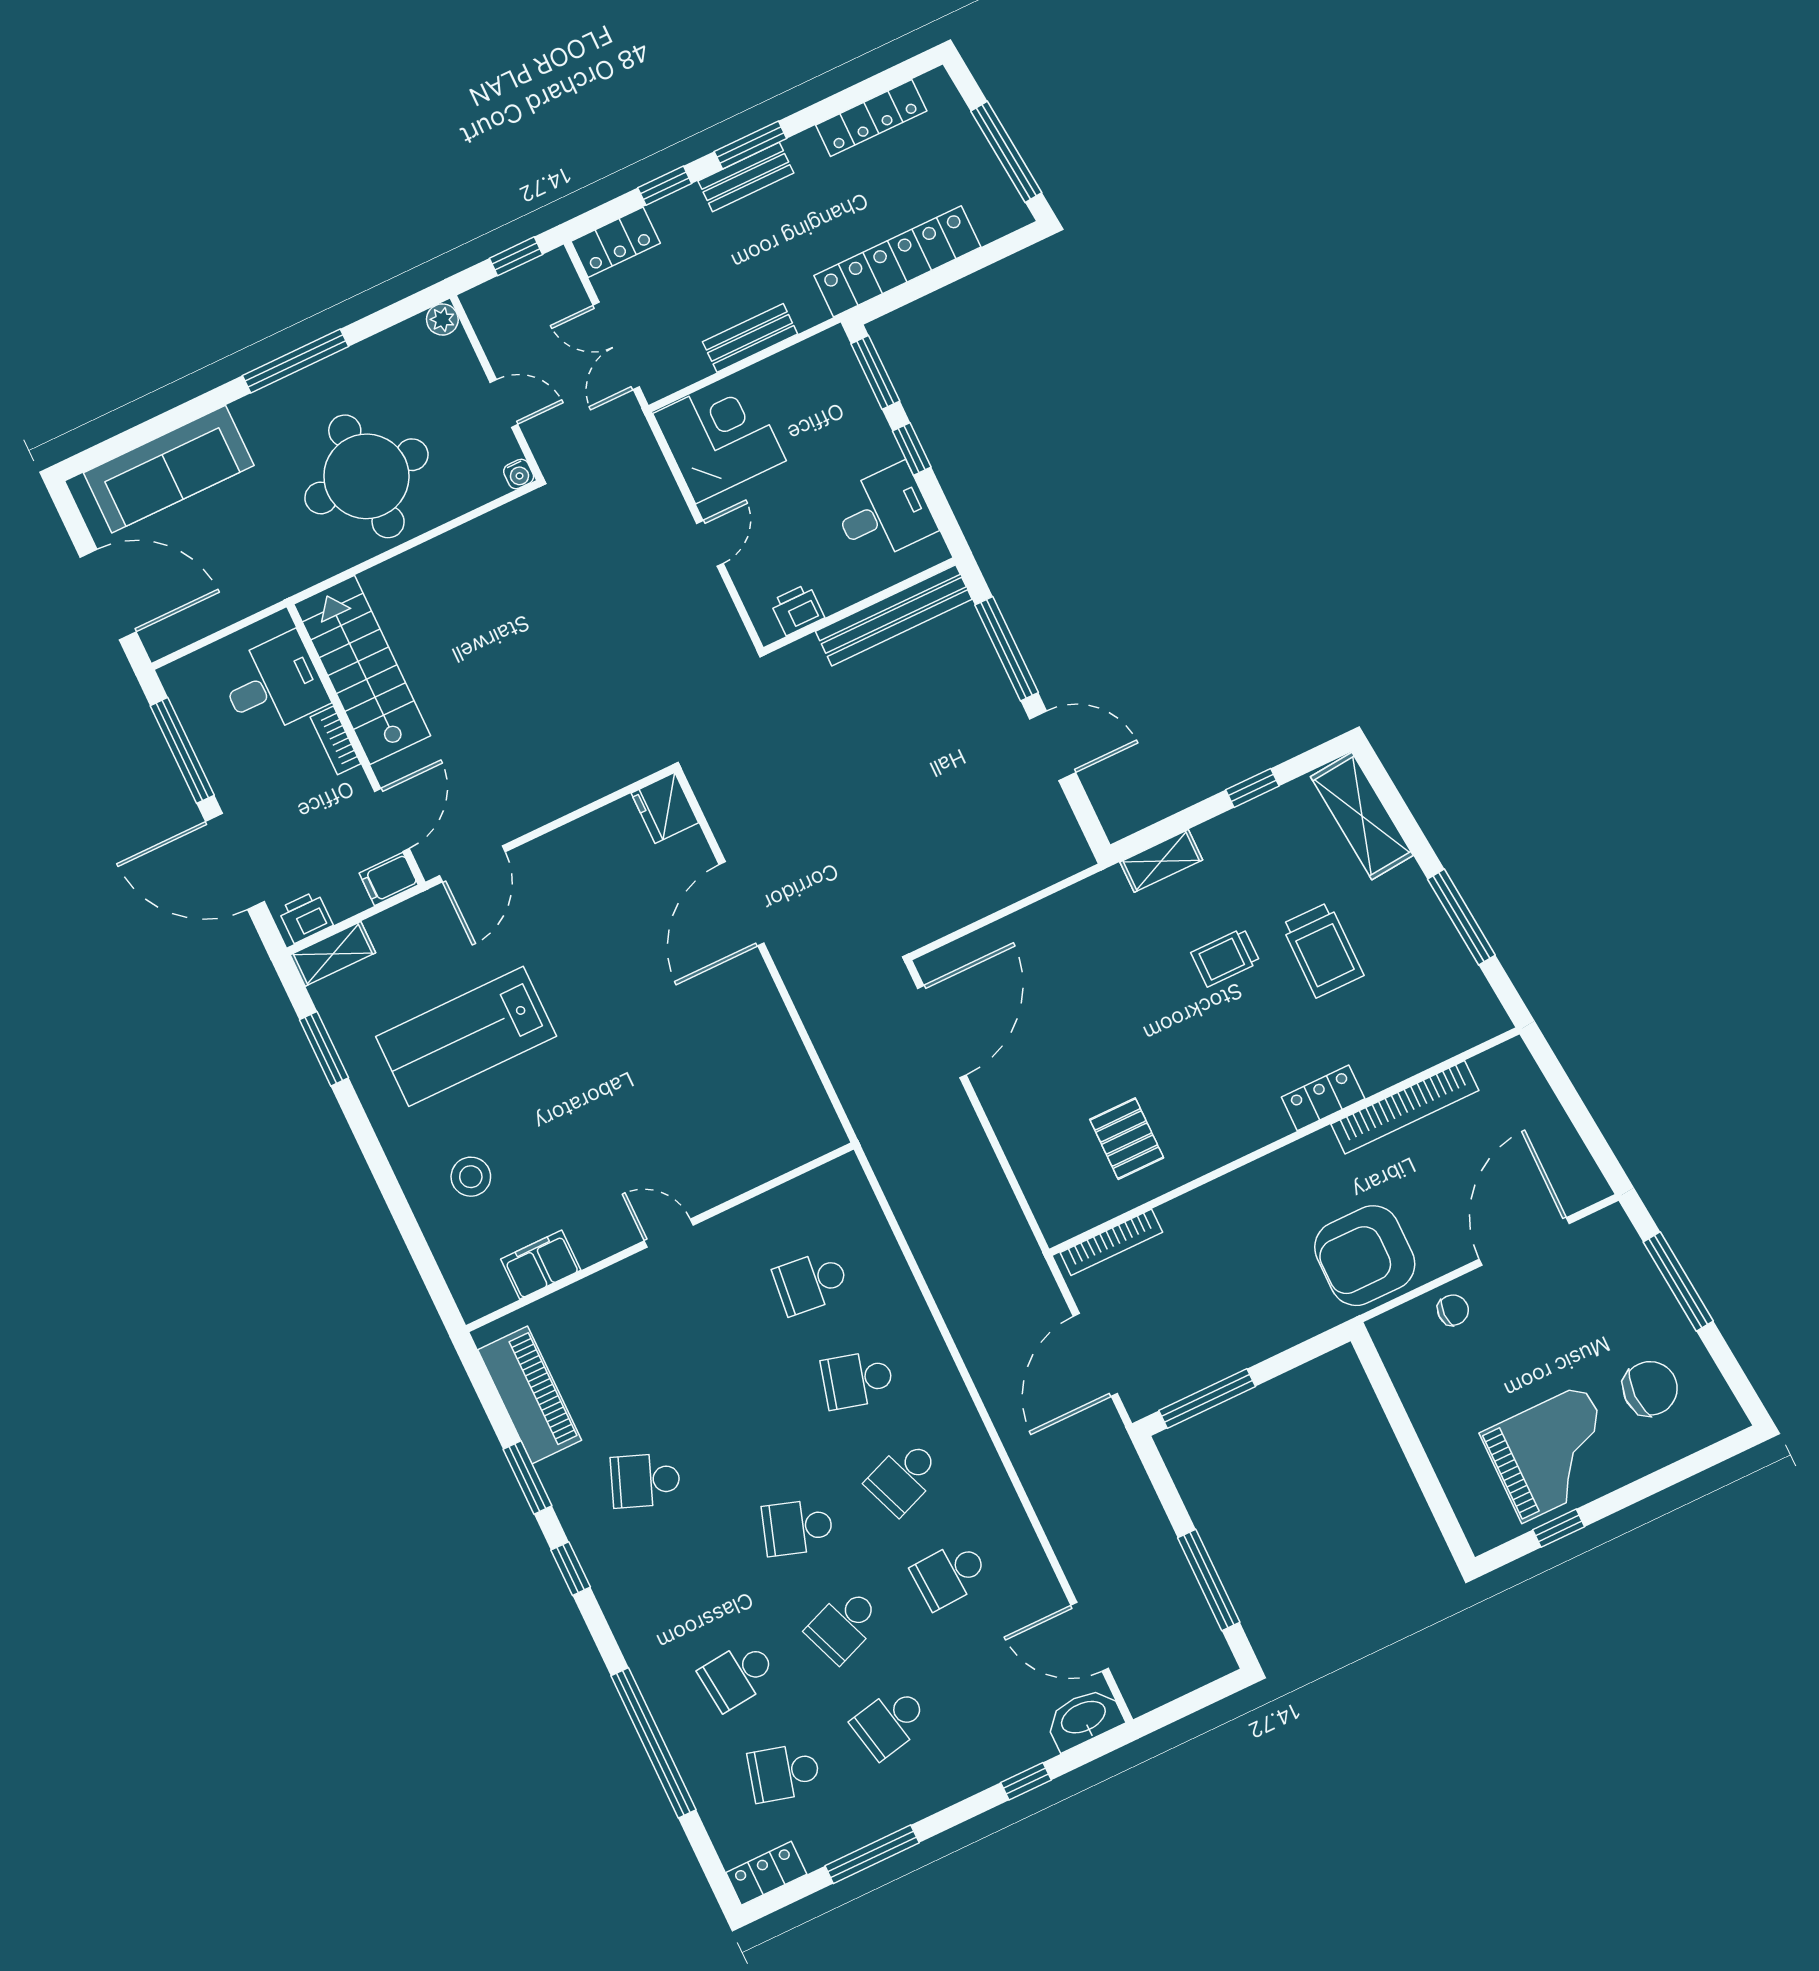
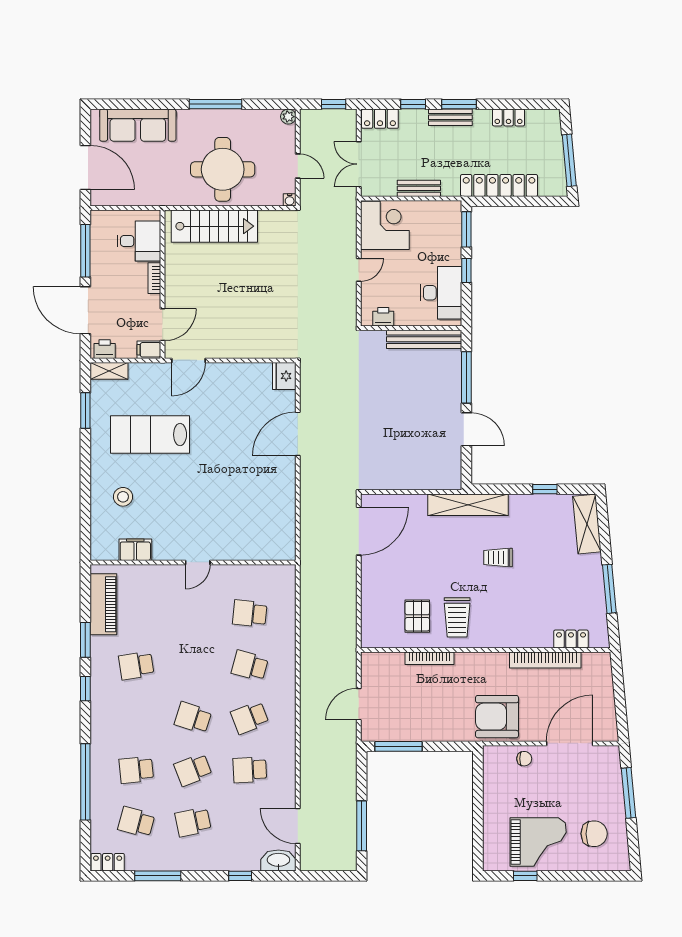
locker: (871, 118) -> (509, 117), width x0.66
desk: (884, 513) -> (441, 293), width x1.37
stairs: (362, 670) -> (214, 226), moved, turned 90
shelving: (1161, 861) -> (468, 505), width x2.20, depth x1.33
trolley: (1323, 950) -> (457, 617), moved
locker: (1323, 1098) -> (571, 639), moved
door: (669, 1233) -> (198, 562), swing flipped
bookcase: (1111, 1242) -> (429, 658), moved
door: (1095, 1355) -> (359, 704), width x0.73
school desk: (645, 1480) -> (136, 666), turned -30

